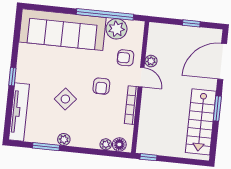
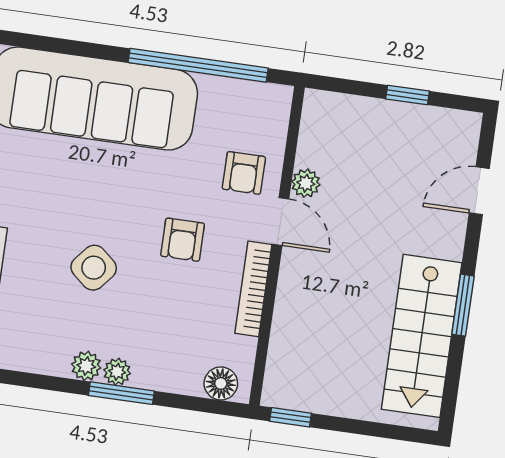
plant: (116, 29) -> (225, 102), removed
armchair: (125, 58) -> (244, 173), turned -90
door: (222, 61) -> (479, 191), width x0.53
plant: (106, 144) -> (117, 372), moved
window: (46, 147) -> (121, 393), moved

